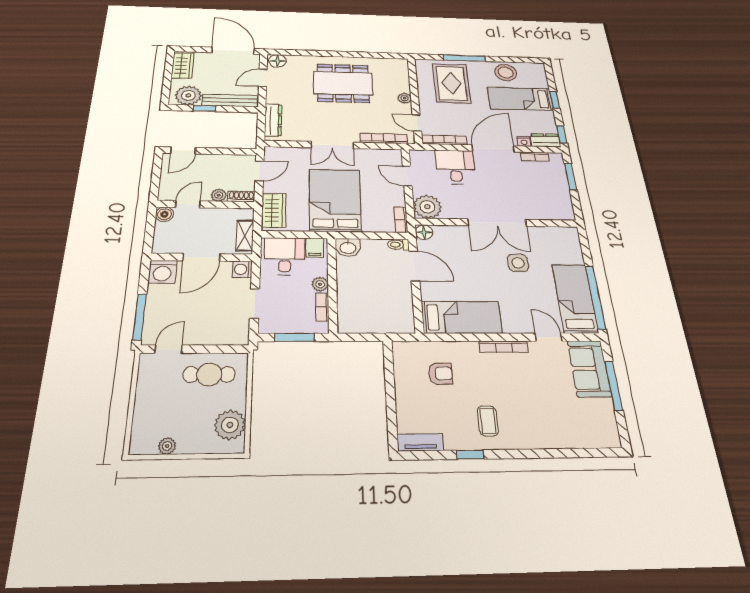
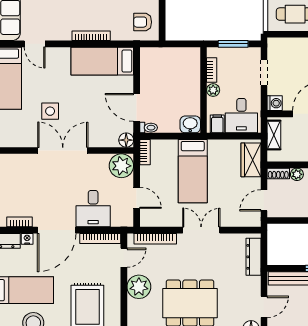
plant: (405, 98) -> (139, 287), width x1.87, depth x1.87
door: (417, 123) -> (124, 258), hinge flipped
bed: (335, 200) -> (193, 171), width x0.67
bookcase: (503, 347) -> (91, 36), moved
armchair: (440, 374) -> (143, 22), moved

